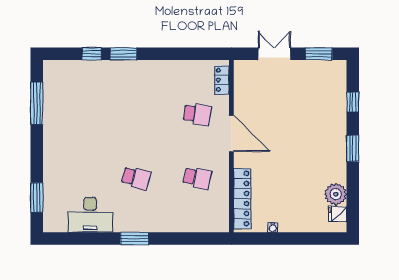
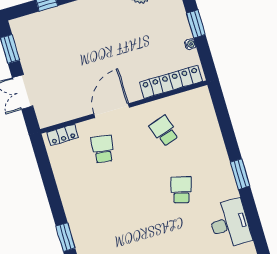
school desk: (197, 178) -> (164, 131), turned -30
window: (290, 239) -> (196, 24), added

